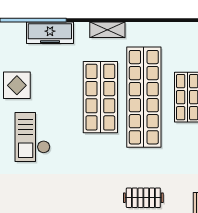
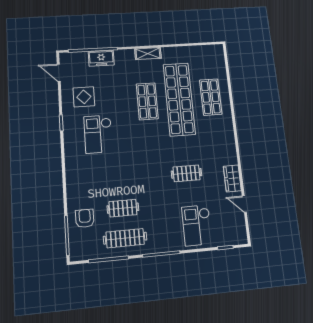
freezer: (50, 33) -> (101, 58), width x0.71
shop shelf: (100, 97) -> (147, 101), width x0.70, depth x0.74

